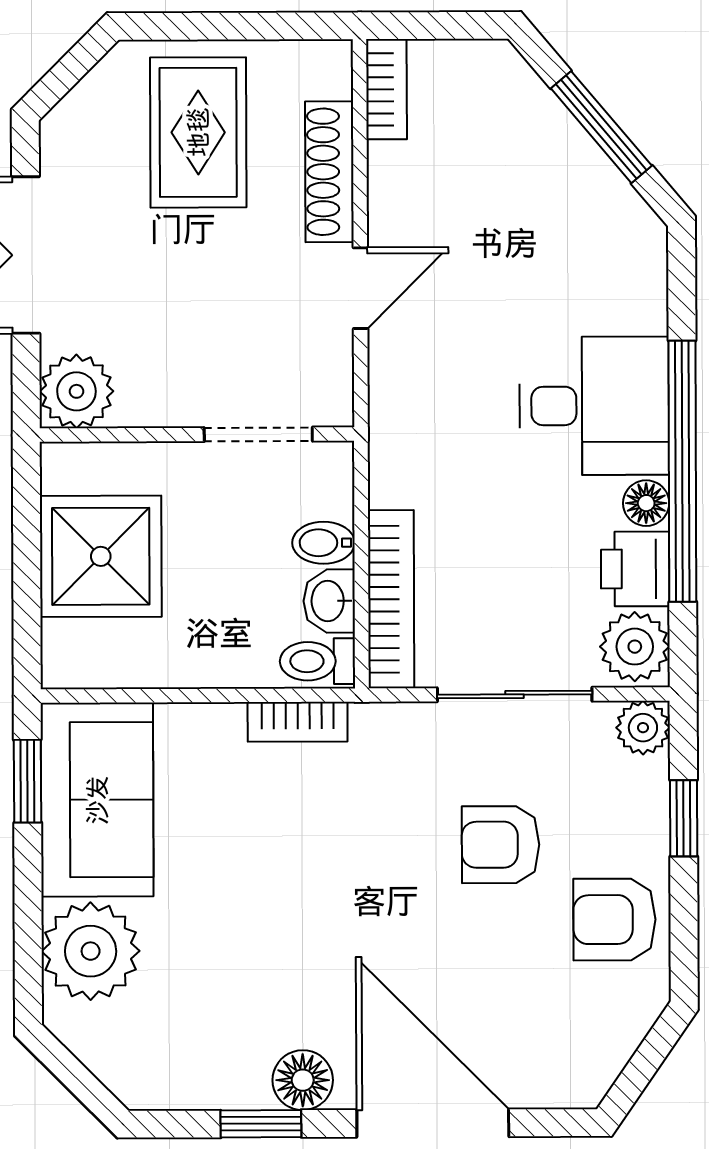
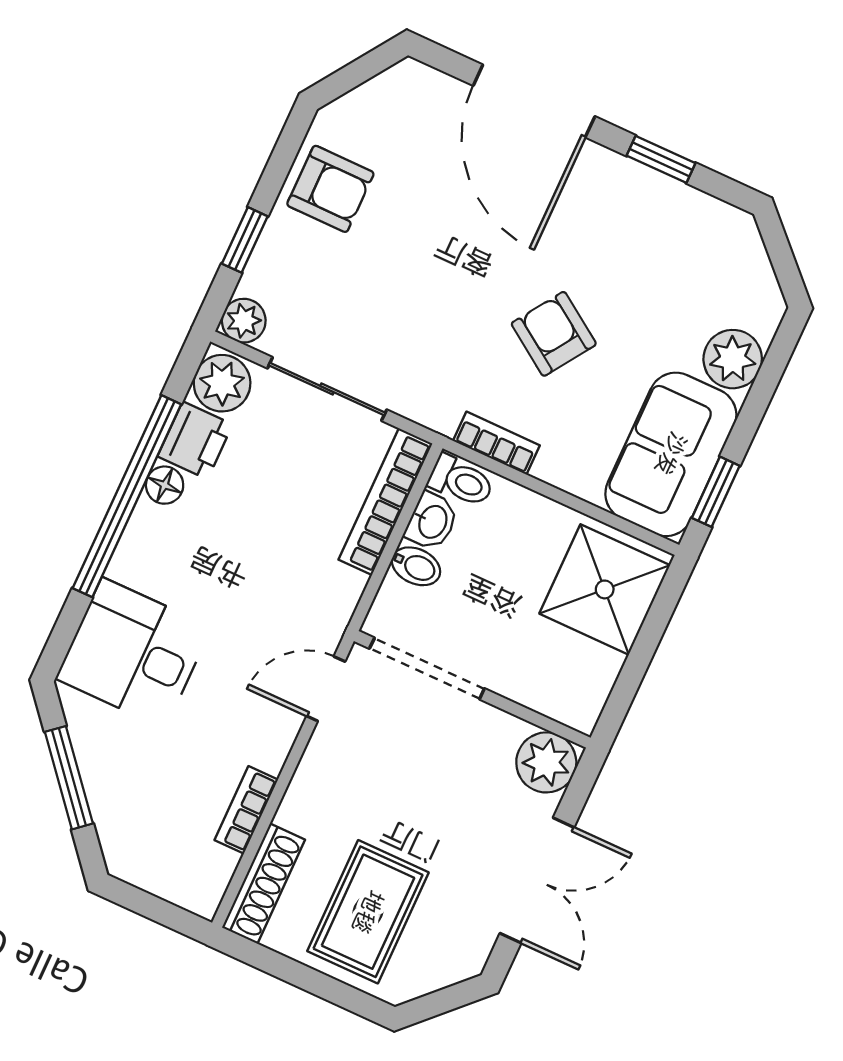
bookcase: (387, 89) -> (246, 810), moved
shoe rack: (329, 172) -> (264, 884), moved
door: (360, 288) -> (326, 689), moved
desk: (594, 406) -> (134, 653), moved
doorway: (258, 434) -> (427, 668), width x1.38
shower: (101, 556) -> (605, 589), moved
armchair: (501, 845) -> (554, 334), moved, turned -146
plant: (91, 951) -> (733, 359), width x0.73, depth x0.73
floor lamp: (303, 1080) -> (615, 177), removed

